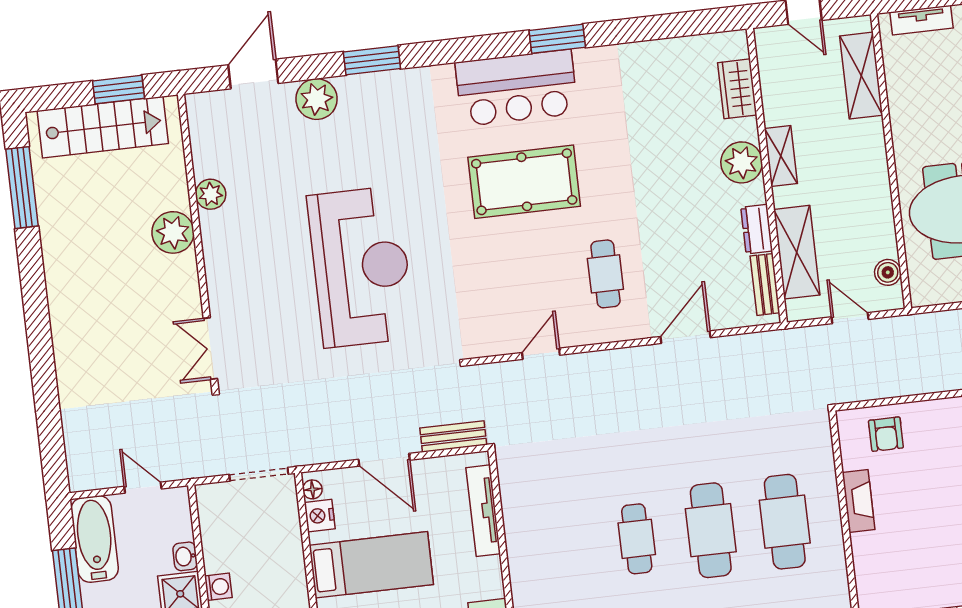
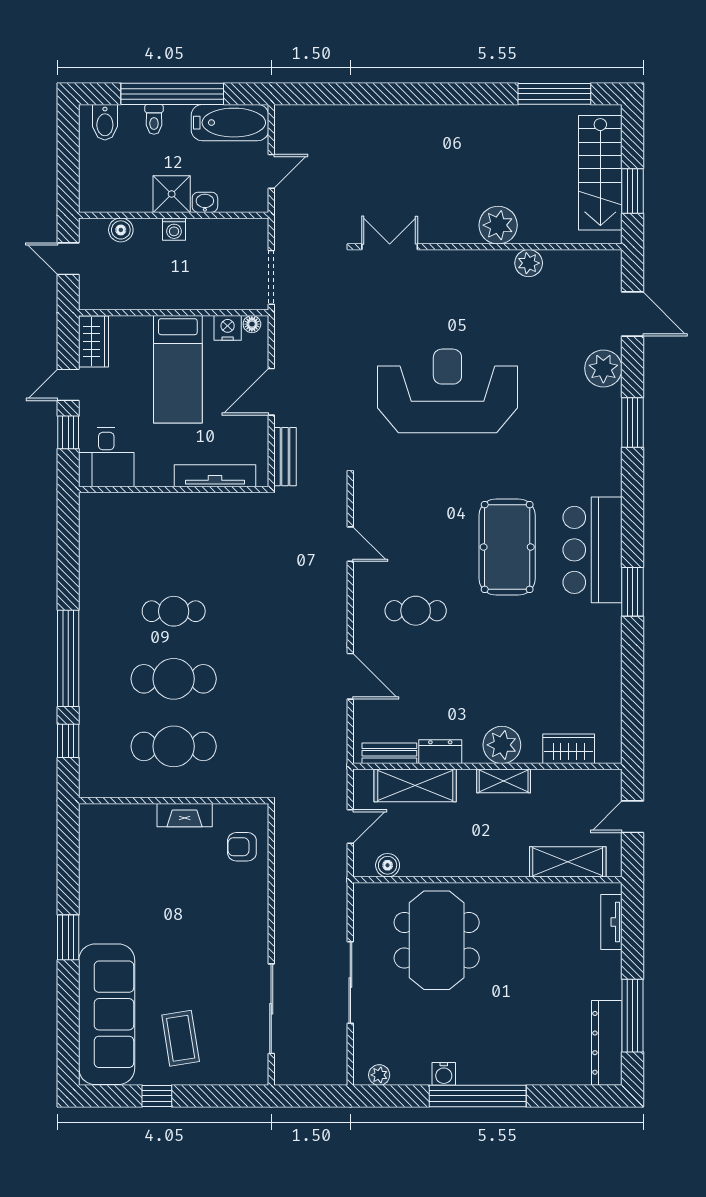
reception desk: (361, 267) -> (447, 391), turned 180

